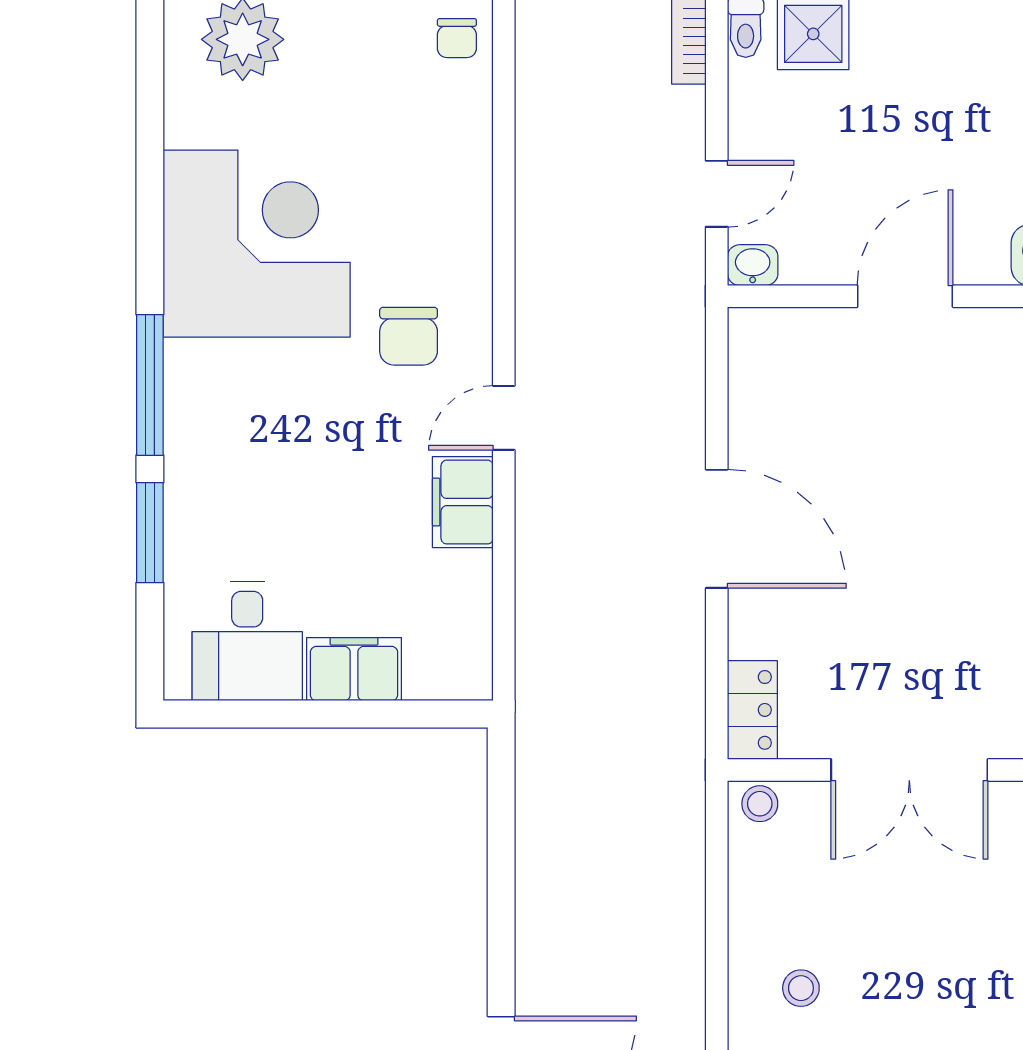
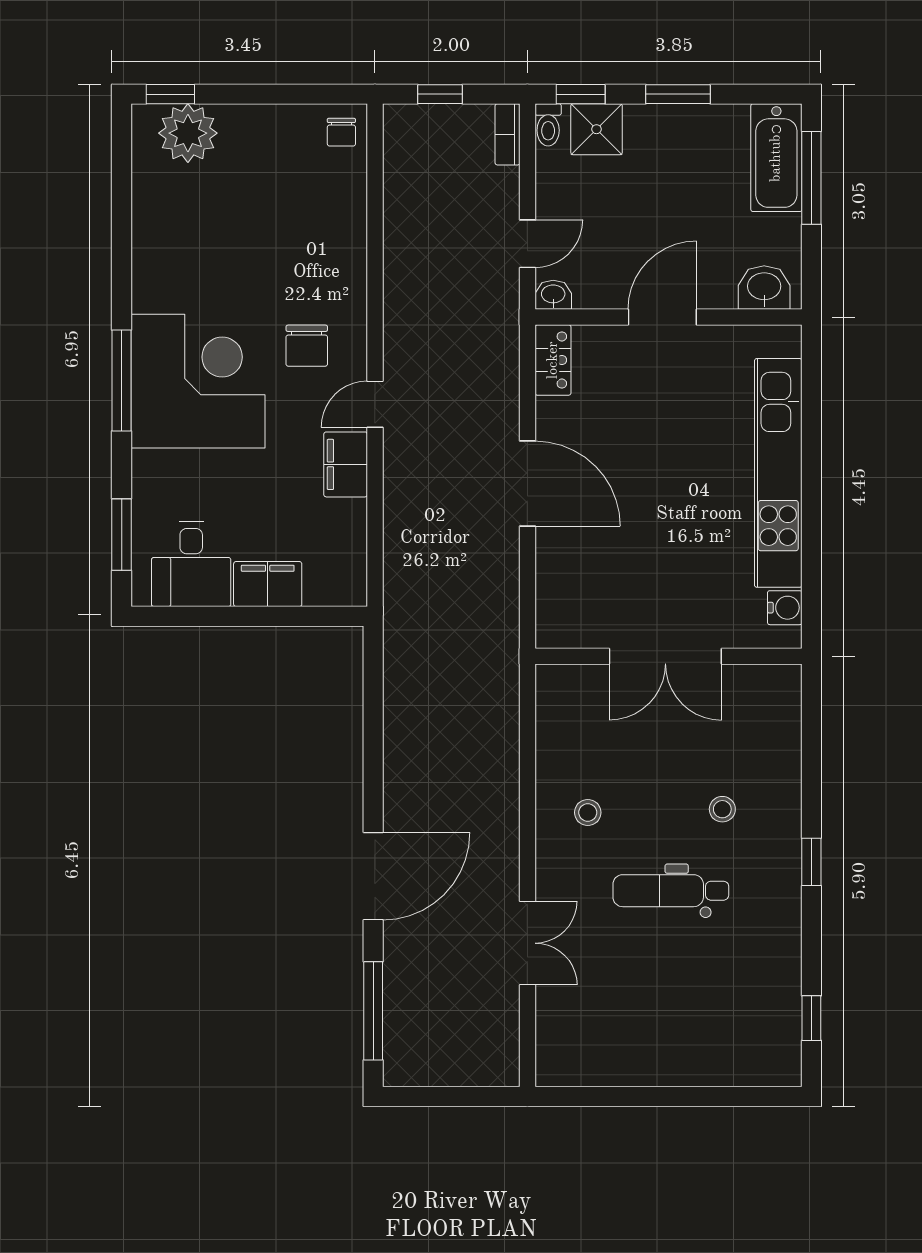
corner desk: (257, 244) -> (198, 381), moved
window: (150, 533) -> (122, 535), moved
locker: (752, 710) -> (553, 360), moved
stool: (760, 804) -> (722, 809), moved

